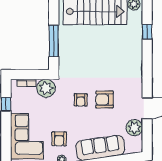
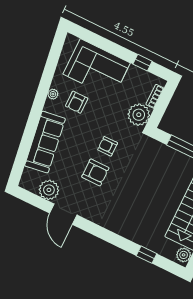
armchair: (105, 99) -> (95, 172), turned 90
armchair: (59, 139) -> (77, 102), turned -90

